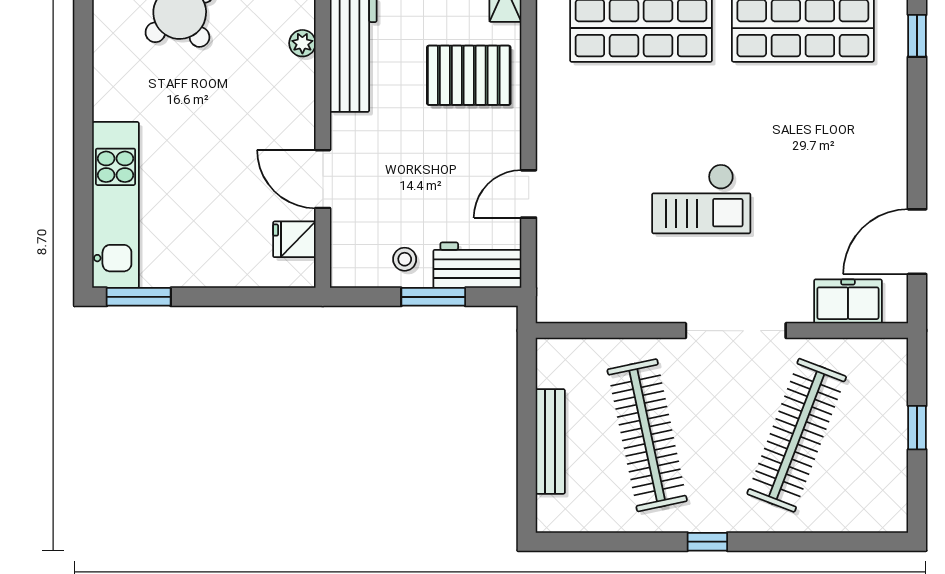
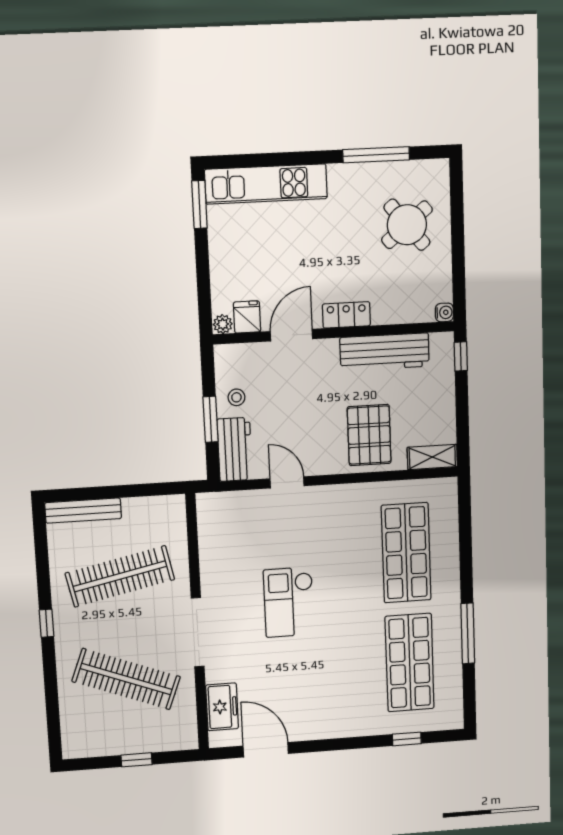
plant: (302, 43) -> (223, 324), moved
window: (83, 52) -> (376, 155), added
locker: (299, 101) -> (346, 315), added
bench: (550, 441) -> (83, 511), moved

